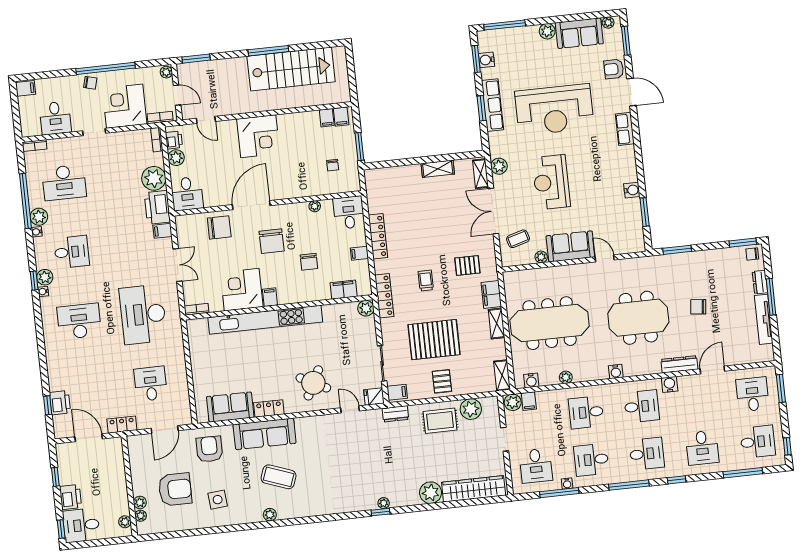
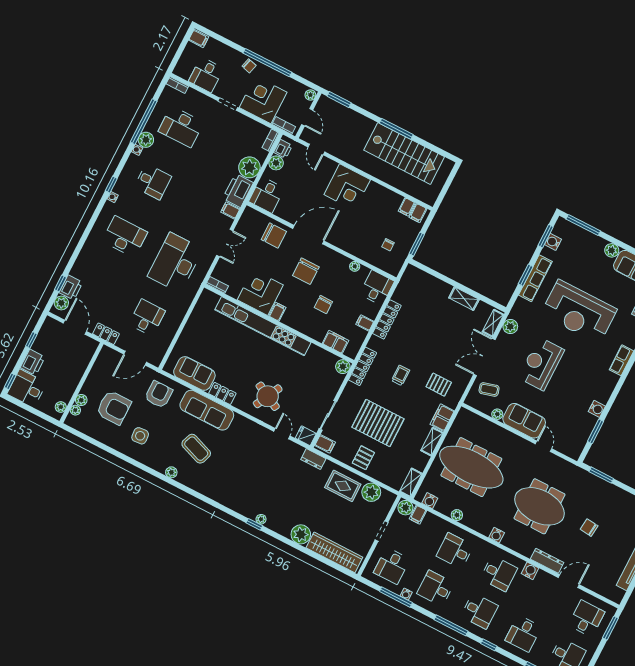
plant: (45, 277) -> (61, 303), moved

